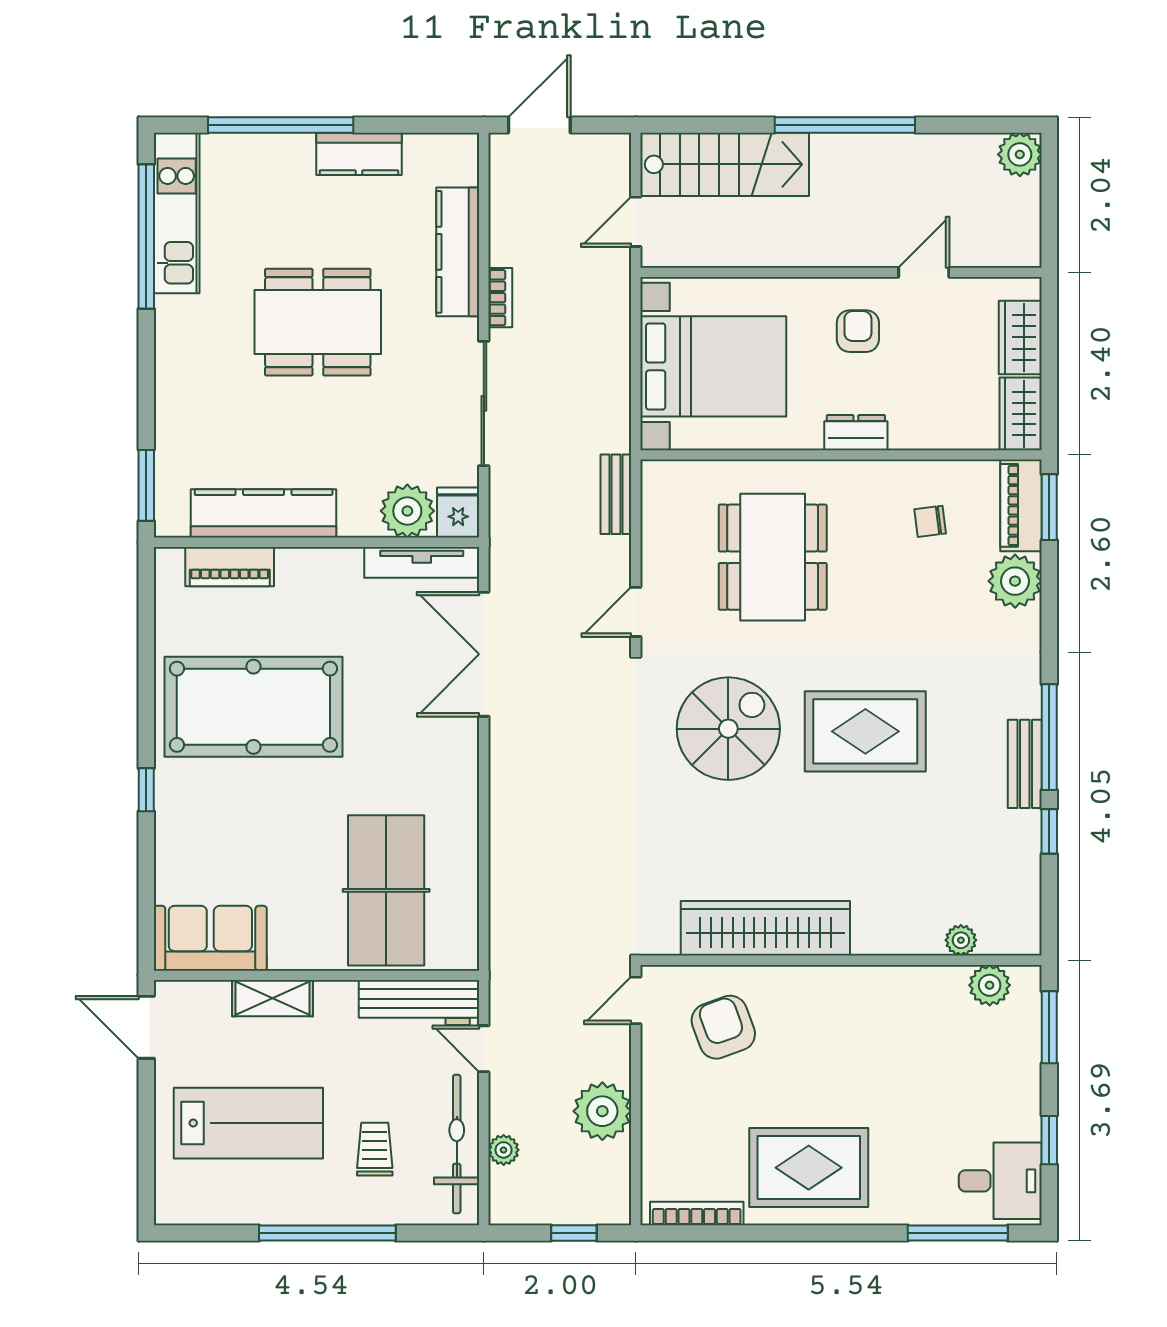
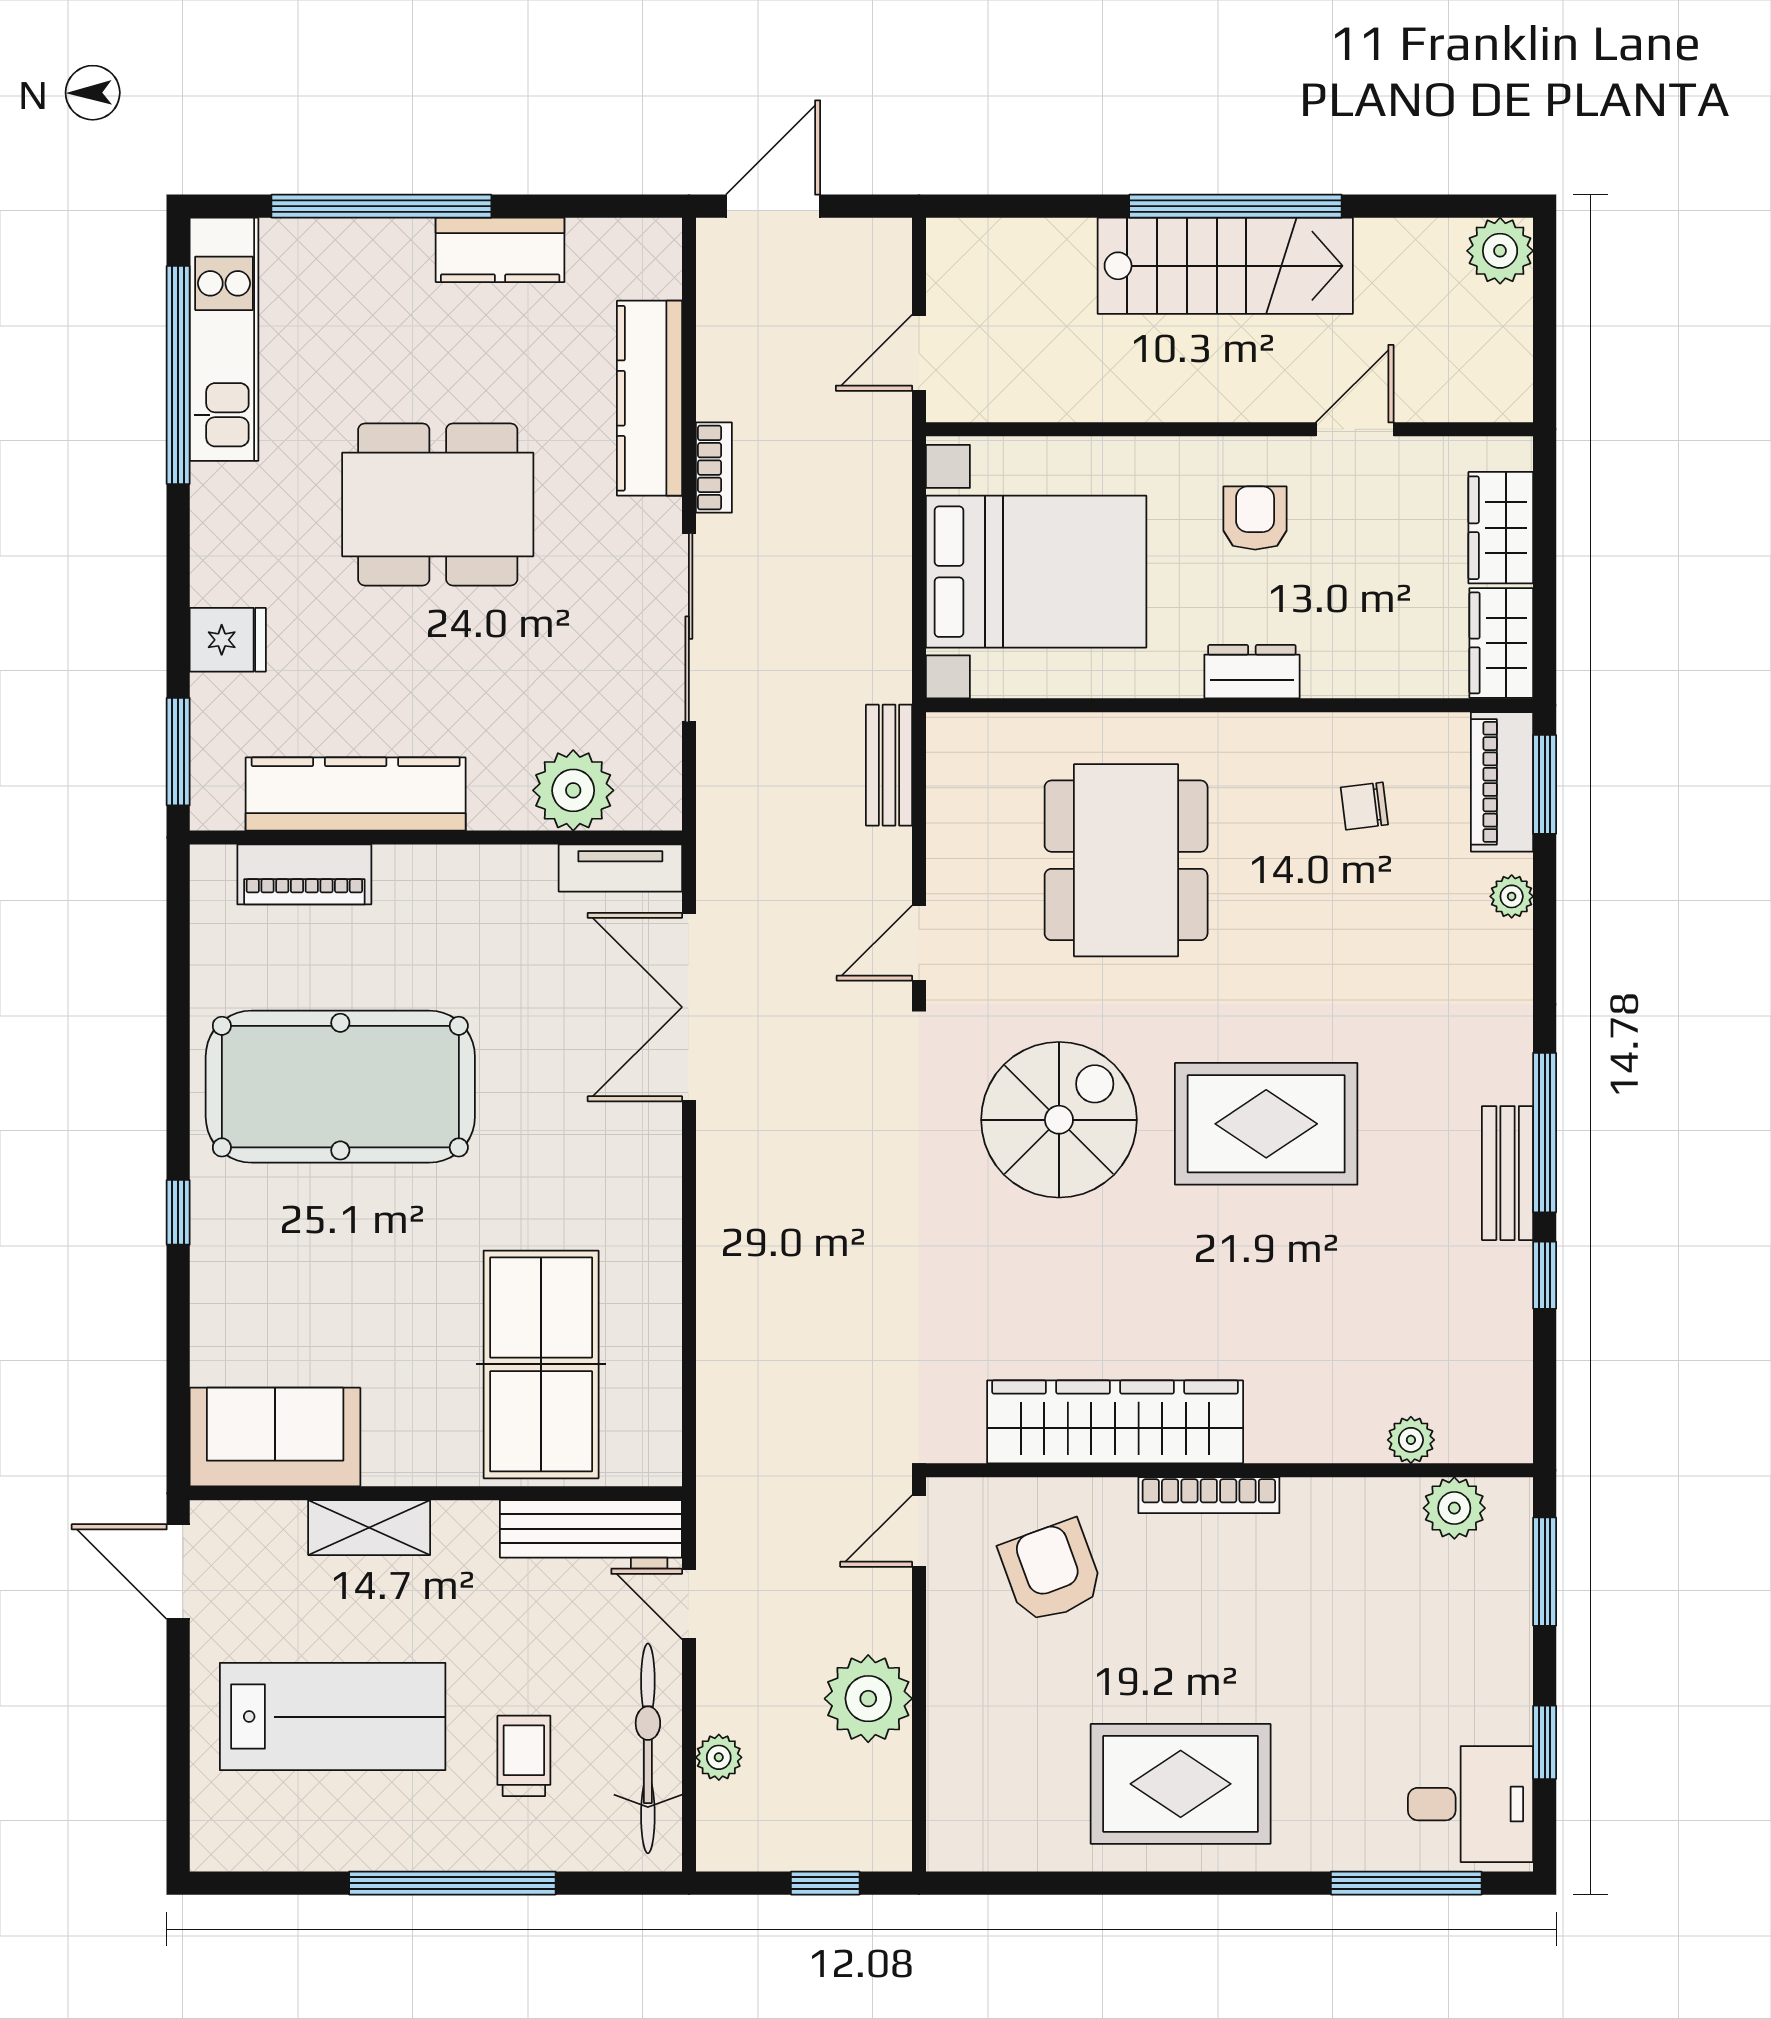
stairs: (725, 164) -> (1225, 266), moved
fridge: (458, 513) -> (228, 640), moved, turned 90
tv unit: (422, 562) -> (620, 868), width x0.71
plant: (1015, 581) -> (1512, 896), width x0.53, depth x0.53
bookcase: (697, 1214) -> (1209, 1495), moved, turned 180

